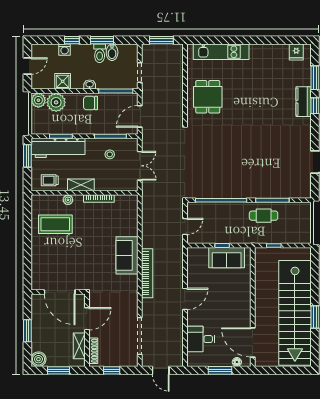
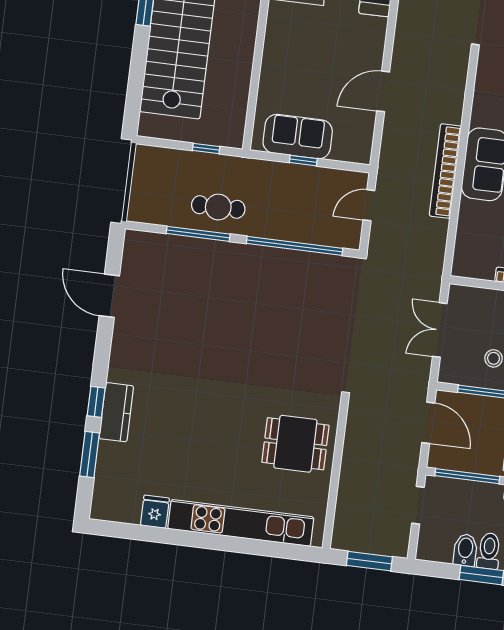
kitchen unit: (221, 52) -> (241, 523), width x1.36
fridge: (296, 52) -> (155, 512), moved
dining table: (208, 97) -> (295, 444), turned 90
door: (140, 116) -> (428, 423), hinge flipped
bookcase: (147, 273) -> (445, 171), moved
door: (185, 299) -> (383, 91), moved

